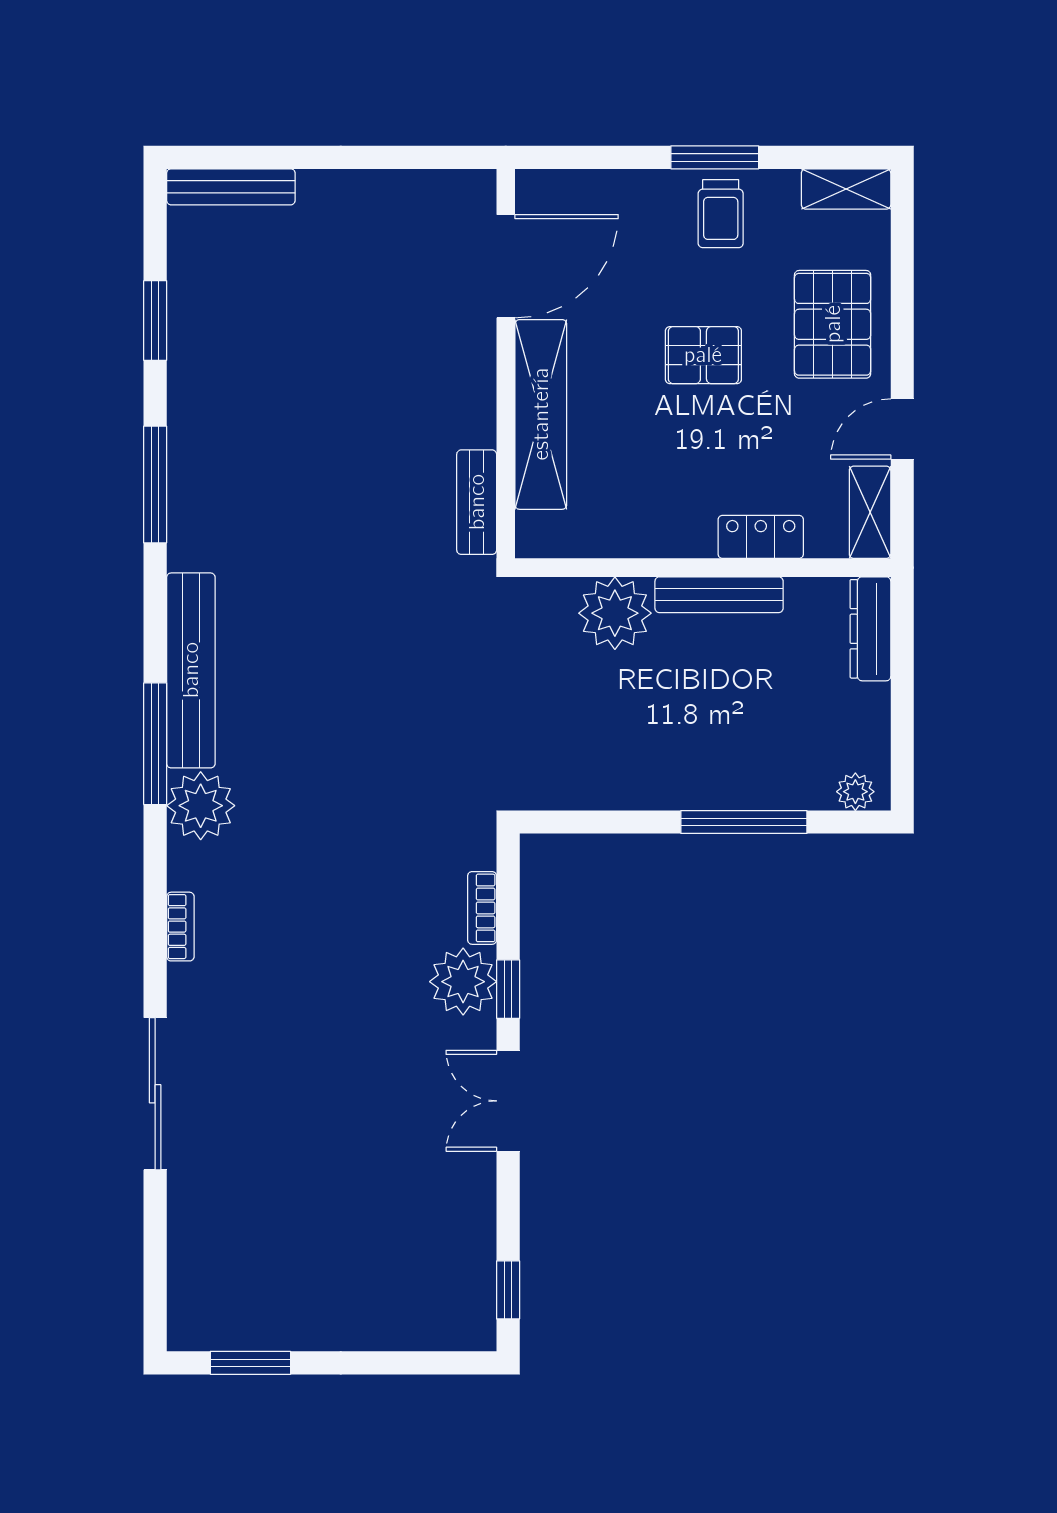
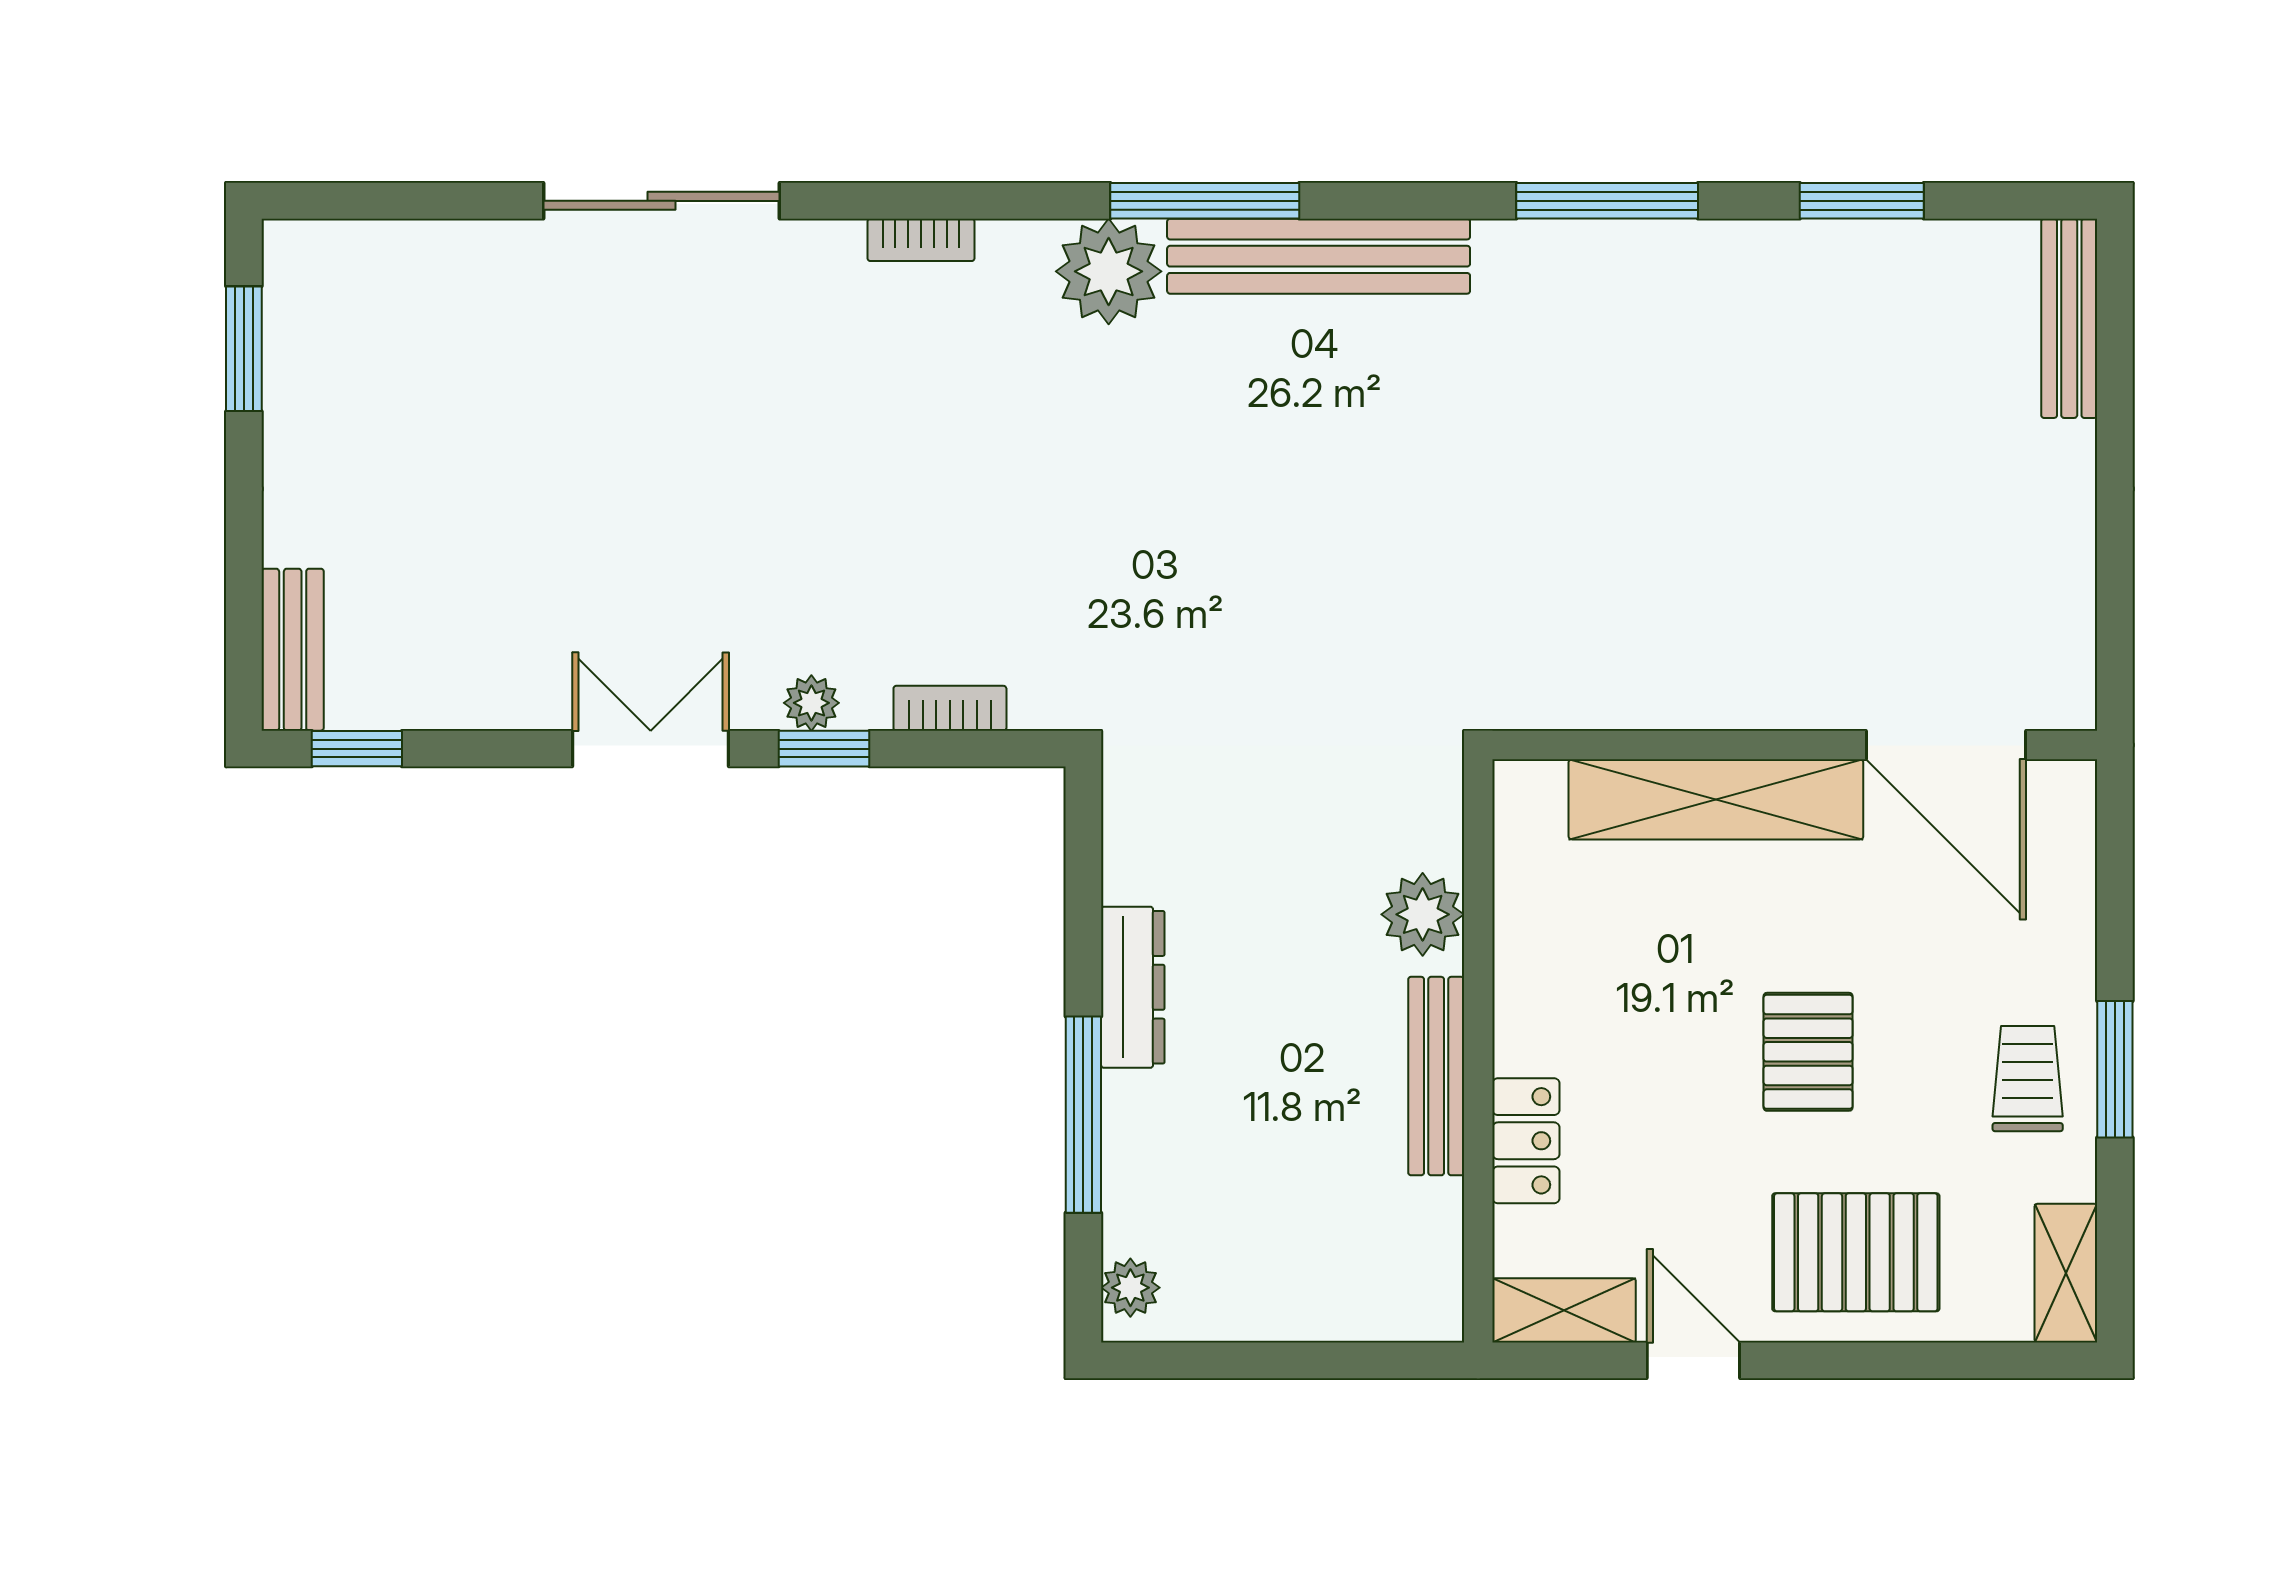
trolley: (721, 214) -> (2028, 1079), turned 90
bench: (477, 502) -> (293, 650), moved, turned 90
plant: (615, 613) -> (1423, 914), width x0.73, depth x0.73
dresser: (870, 629) -> (1133, 987), moved, turned 90
plant: (463, 982) -> (811, 703), width x0.53, depth x0.53

